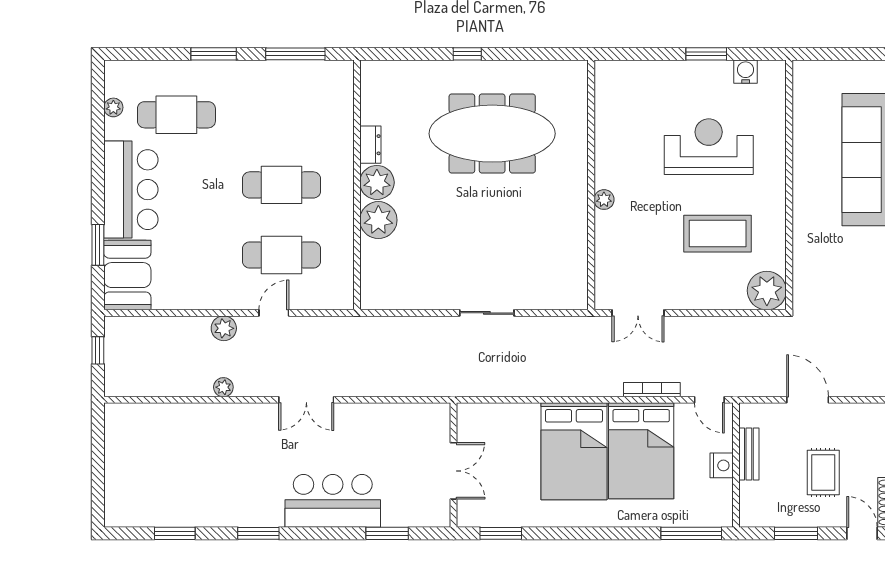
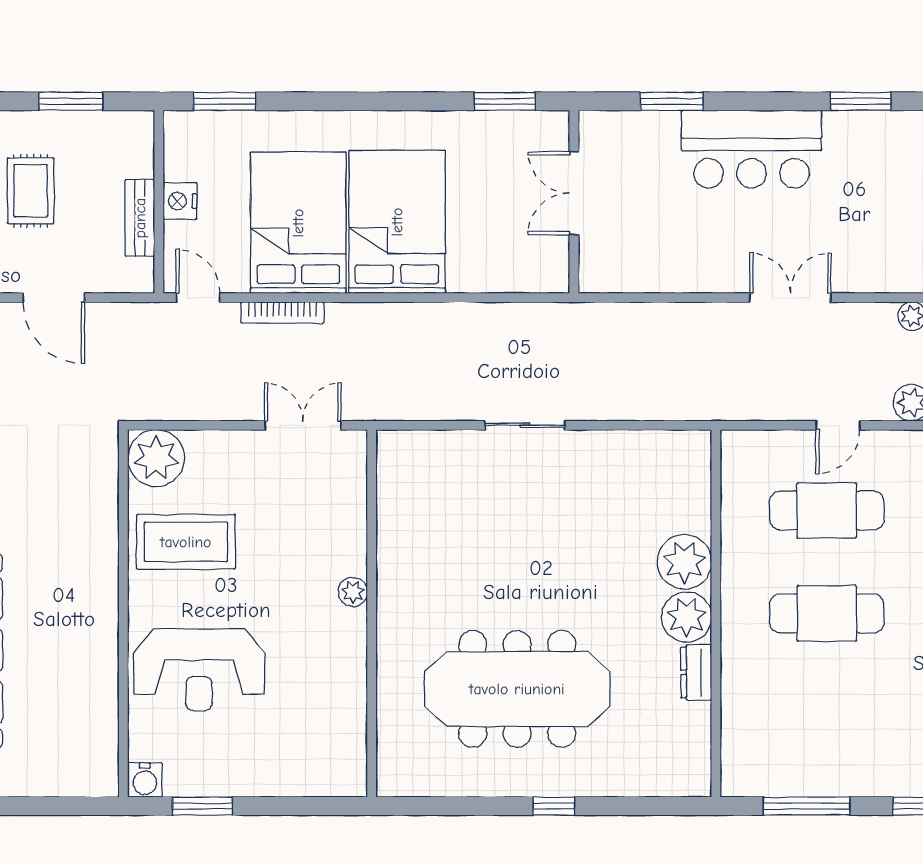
wall: (789, 185) -> (123, 613), moved
plant: (767, 291) -> (156, 458), moved
window: (691, 533) -> (225, 101), width x0.69

